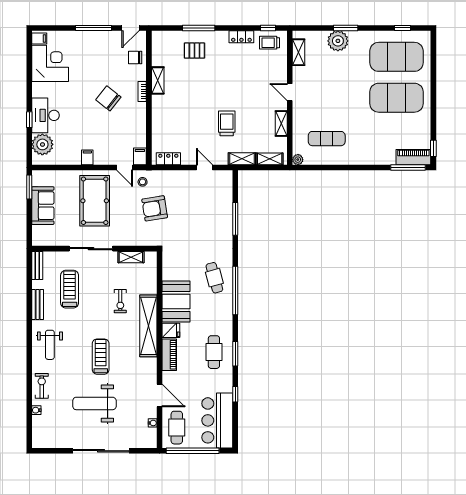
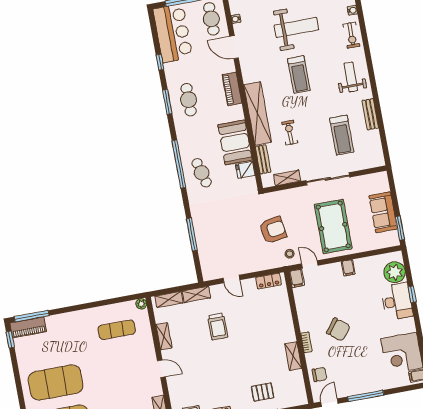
bench: (37, 265) -> (263, 159), moved
fridge: (171, 330) -> (245, 170), moved

